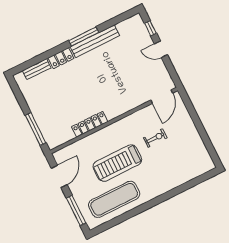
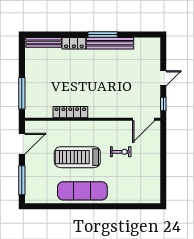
window: (150, 28) -> (163, 104), moved
door: (161, 49) -> (163, 78), swing flipped
bench: (37, 69) -> (44, 42), width x1.36
exercise mat: (114, 199) -> (82, 191), moved

